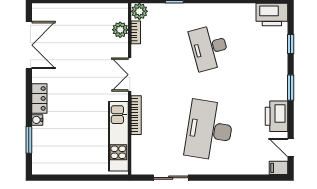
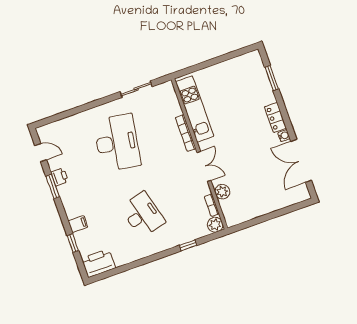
plant: (120, 30) -> (222, 192), moved
window: (291, 88) -> (53, 187), moved
printer: (277, 116) -> (60, 177), width x0.53, depth x0.68
water cooler: (37, 120) -> (284, 136), moved
filing cabinet: (279, 168) -> (78, 224), moved

